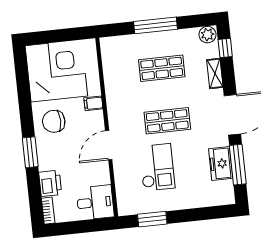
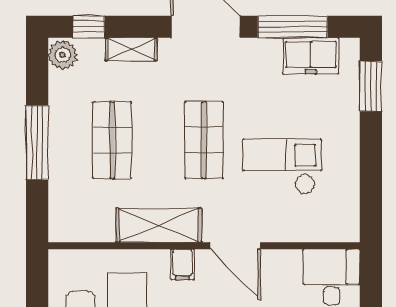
shelving: (116, 100) -> (159, 225), added
filing cabinet: (93, 103) -> (183, 264), moved
freezer: (221, 164) -> (311, 56), moved
window: (152, 219) -> (371, 86), moved

